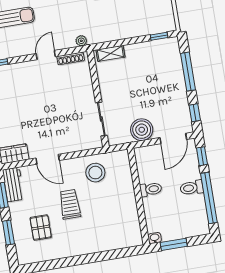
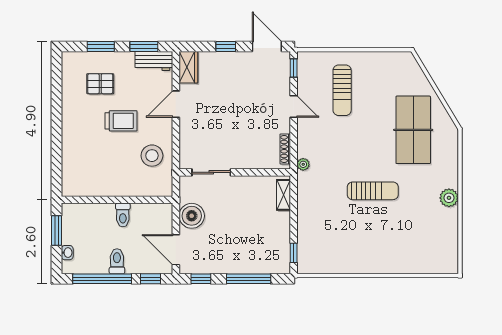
door: (46, 55) -> (294, 106), moved
washbasin: (155, 238) -> (67, 253), moved

